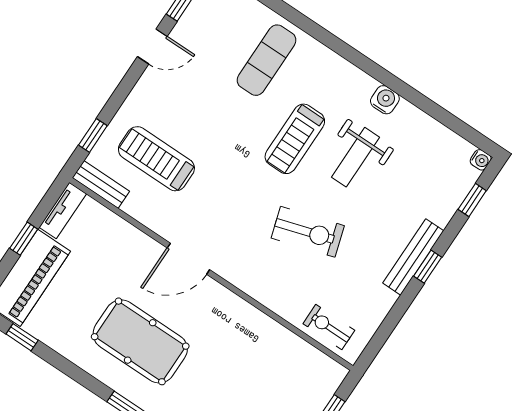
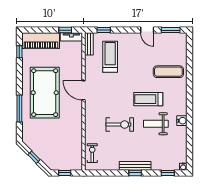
exercise bike: (308, 232) -> (120, 125), turned -73
window: (24, 239) -> (65, 30), moved
pool table: (140, 341) -> (45, 93), width x1.36, depth x1.32

